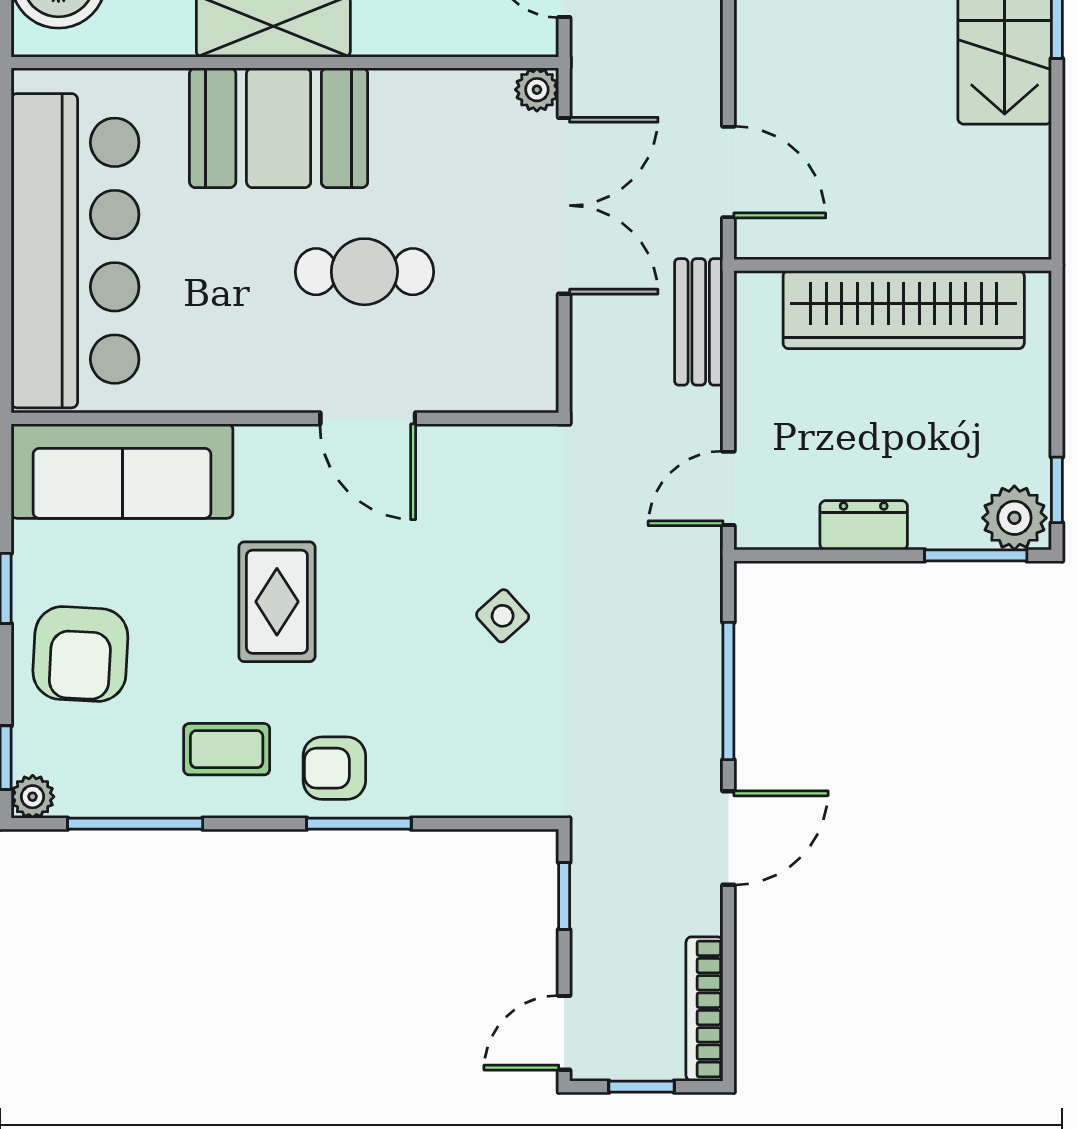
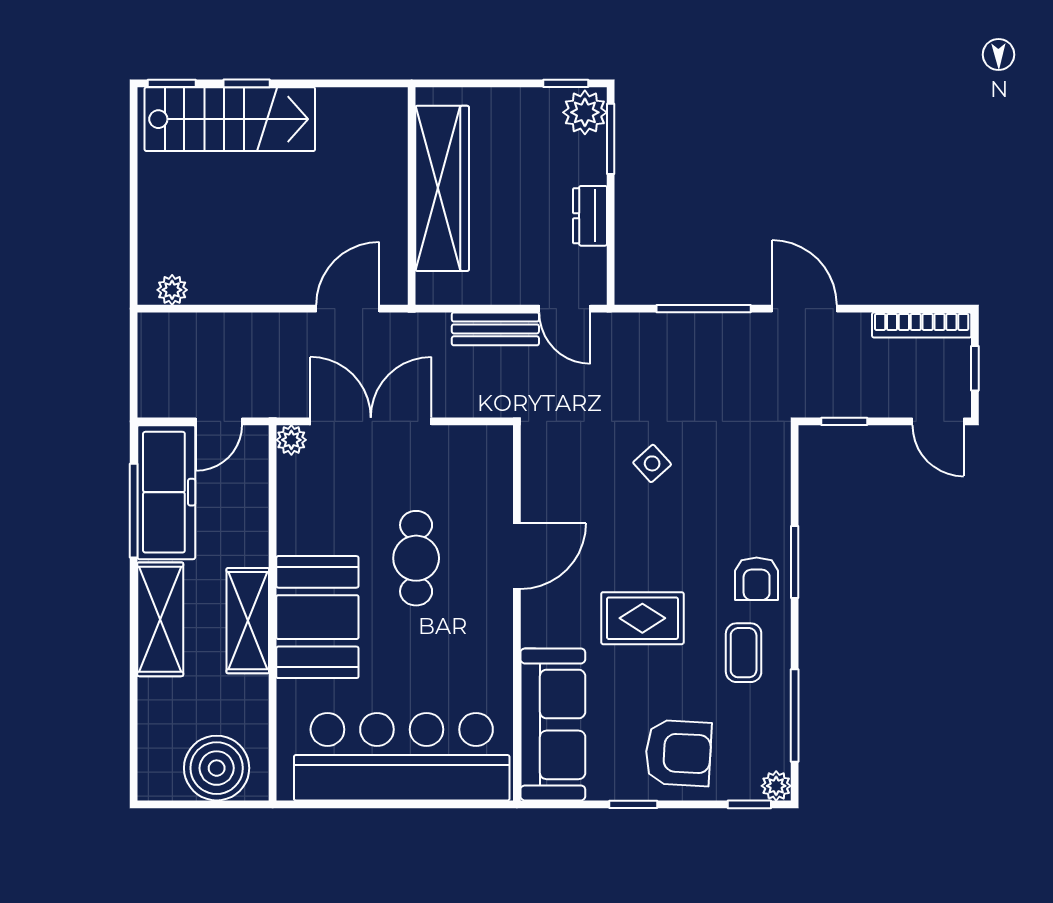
bench: (699, 322) -> (495, 329), moved

